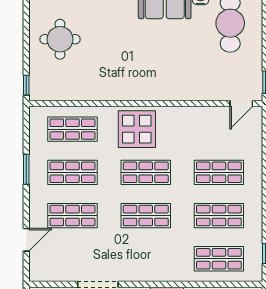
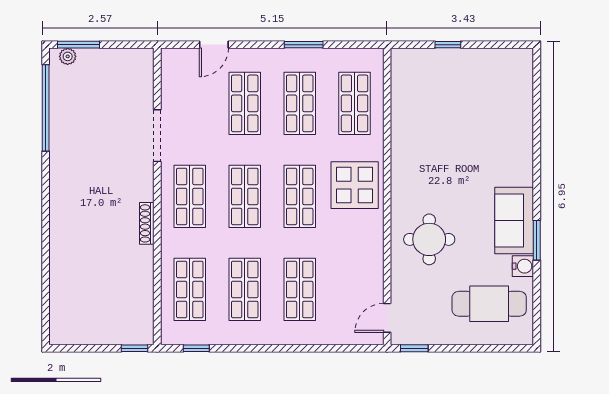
round table: (60, 39) -> (429, 239), moved
window: (26, 85) -> (448, 45), moved
door: (241, 103) -> (387, 318), hinge flipped
door: (26, 240) -> (214, 45), hinge flipped
shop shelf: (146, 259) -> (190, 196), added

